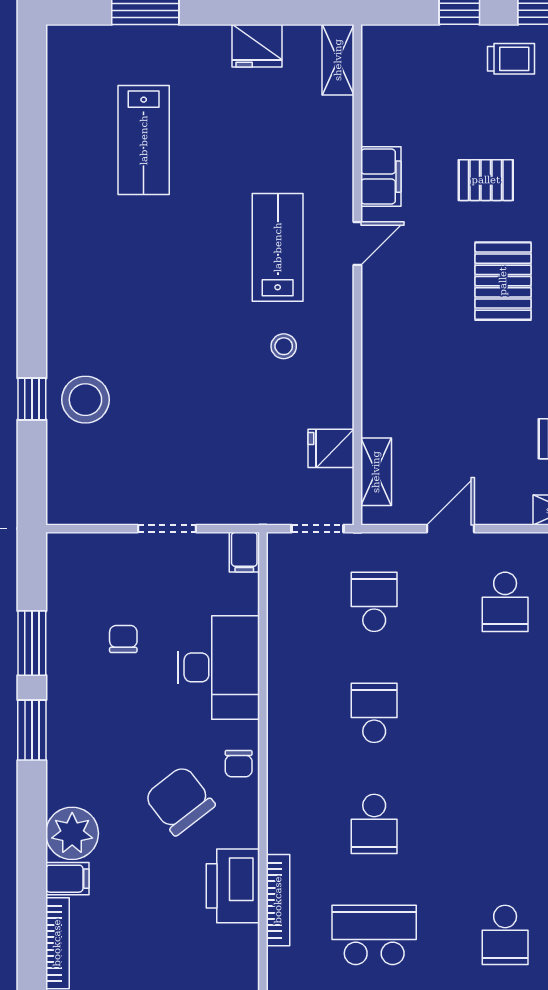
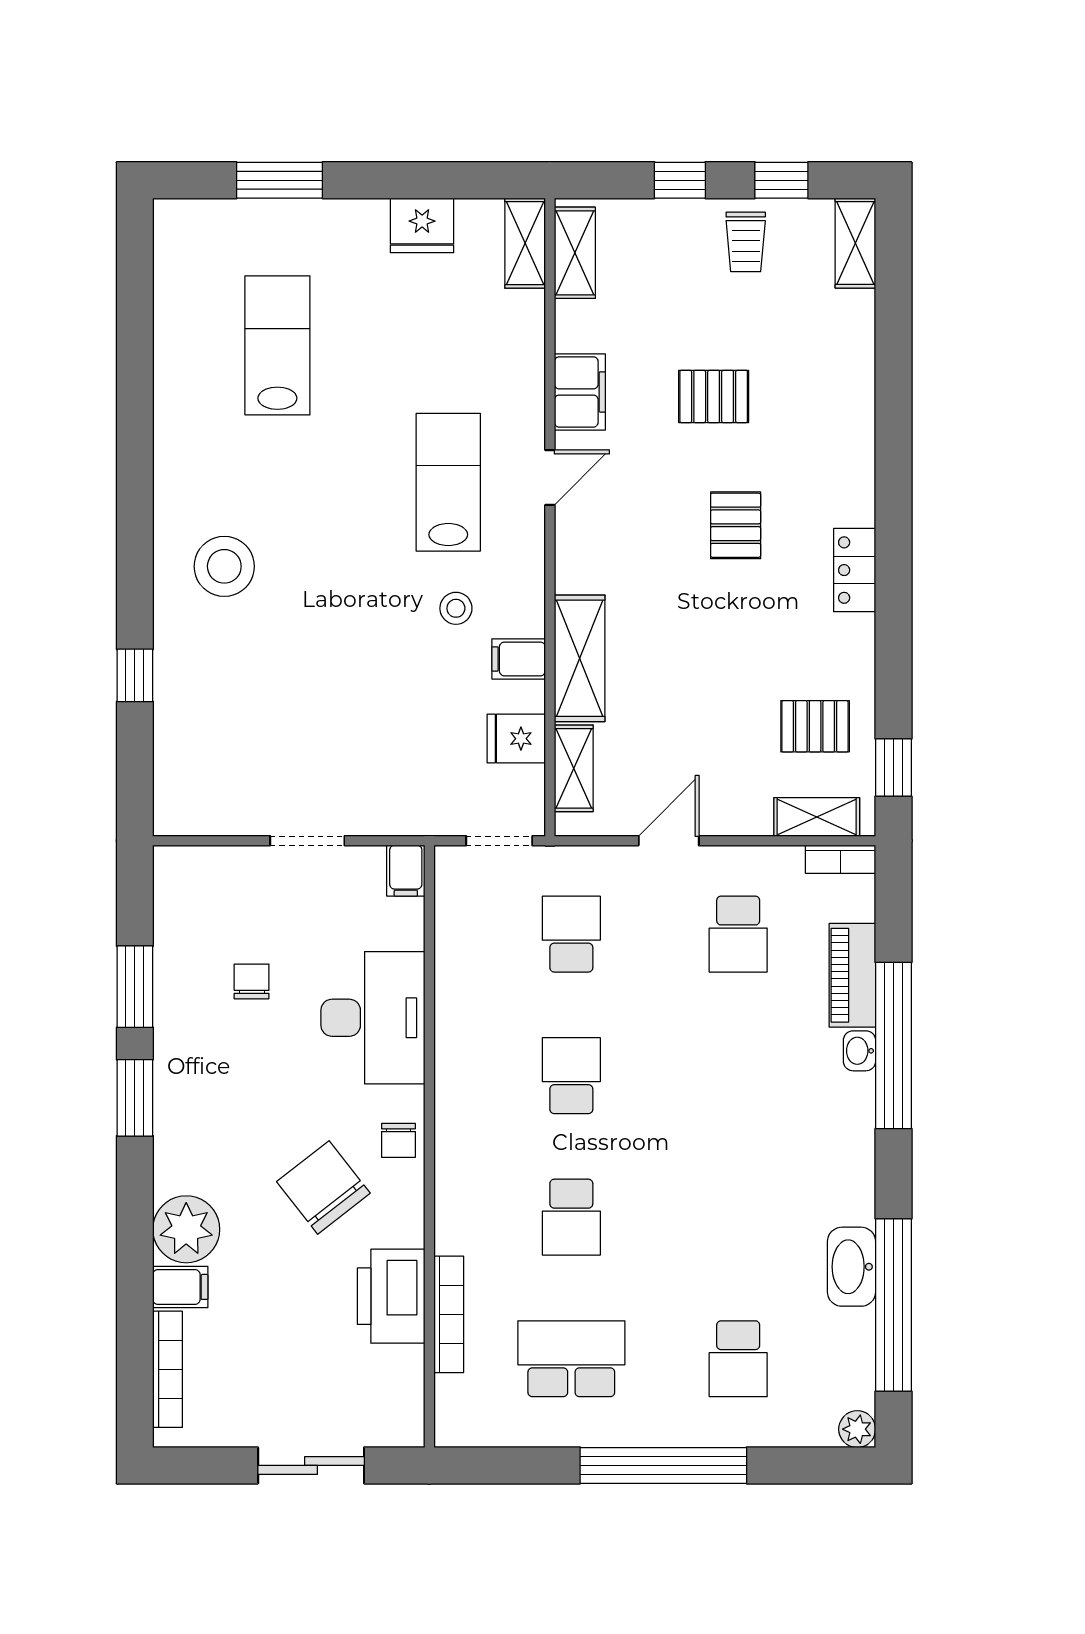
trolley: (511, 59) -> (746, 242), turned 90
shelving: (377, 67) -> (575, 253), added
lab bench: (144, 140) -> (277, 345), turned 180
pallet: (503, 281) -> (736, 525), width x0.67, depth x0.71
shelving: (381, 385) -> (580, 658), added
filing cabinet: (333, 386) -> (519, 659), added
stool: (85, 400) -> (224, 566), moved

